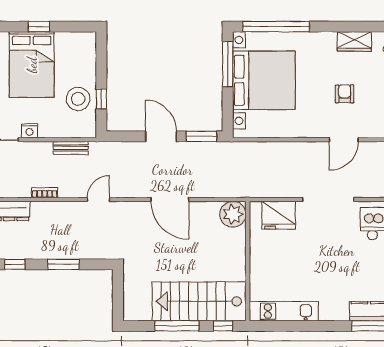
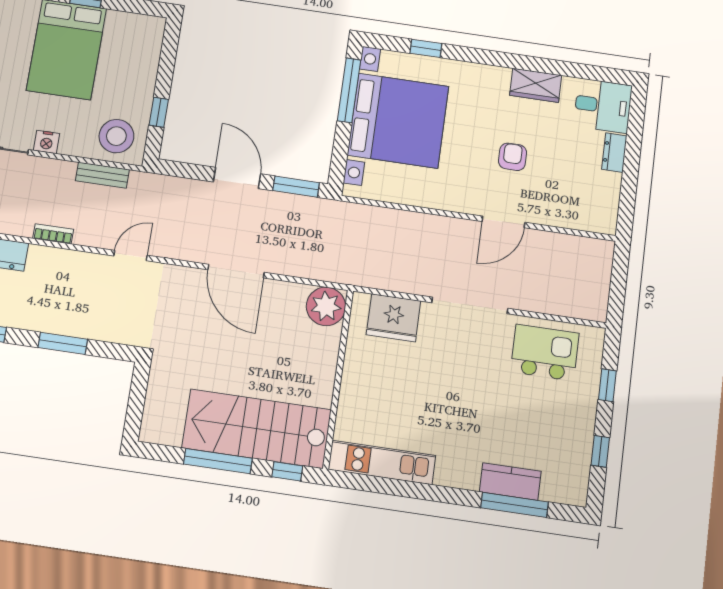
window: (276, 27) -> (426, 48), width x0.32
stool: (78, 99) -> (116, 136), moved

